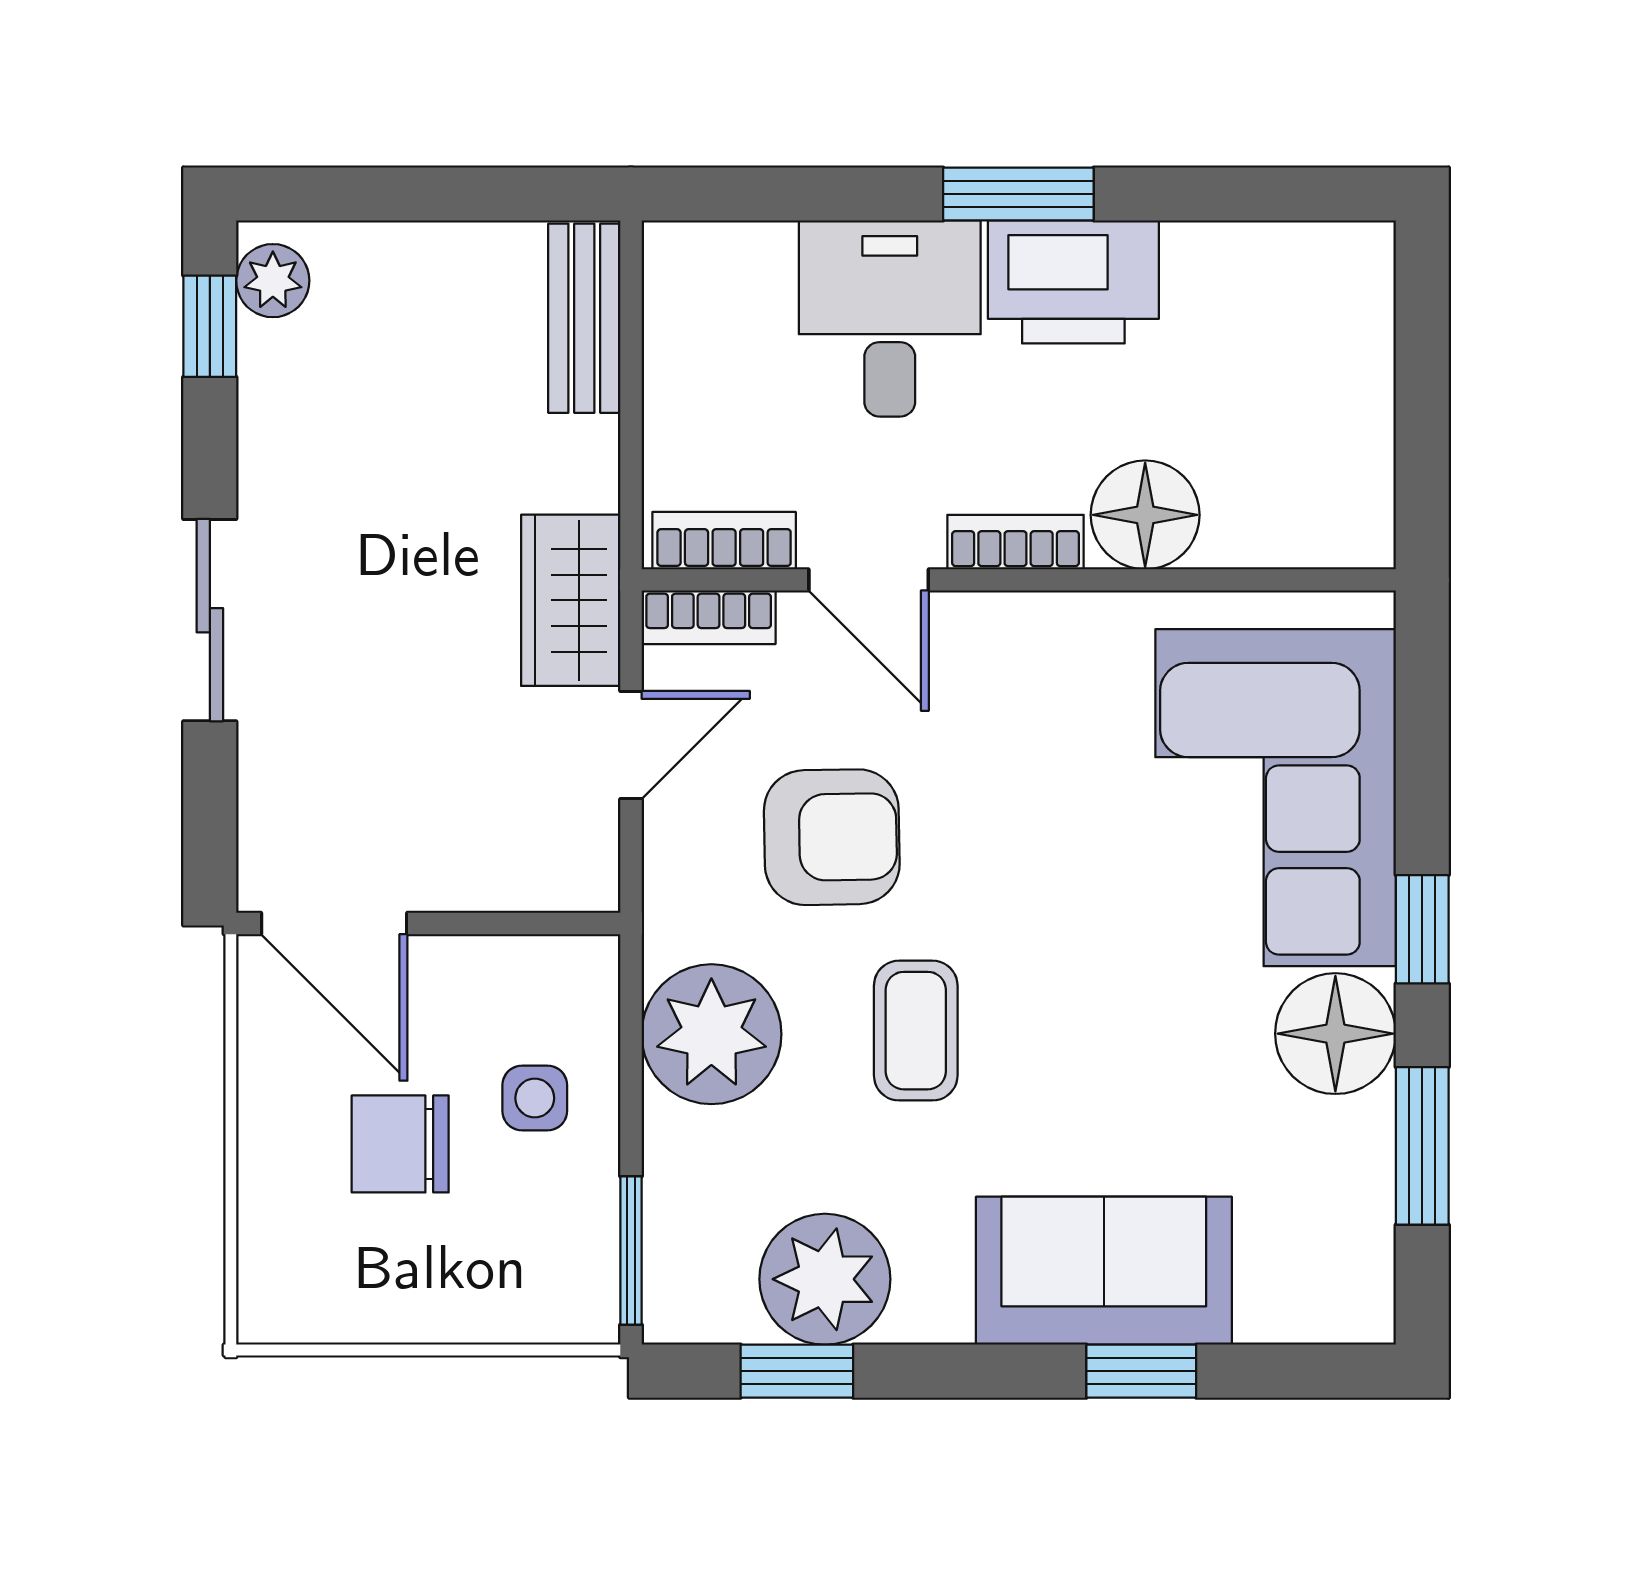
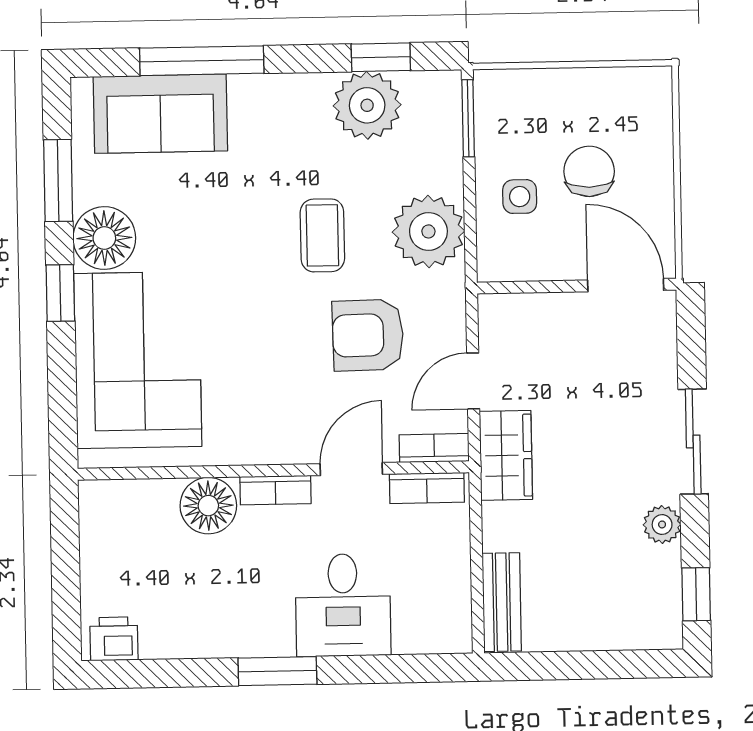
plant: (273, 281) -> (662, 524), moved
printer: (1073, 282) -> (114, 639), moved, width x0.53, depth x0.68
door: (869, 580) -> (351, 469), hinge flipped
chair: (400, 1144) -> (589, 171), turned -90
sofa: (1104, 1271) -> (160, 114), moved
window: (1141, 1371) -> (202, 61), width x2.17

